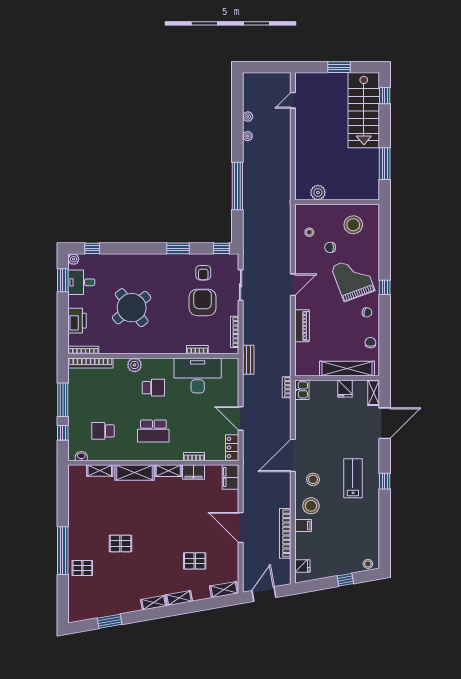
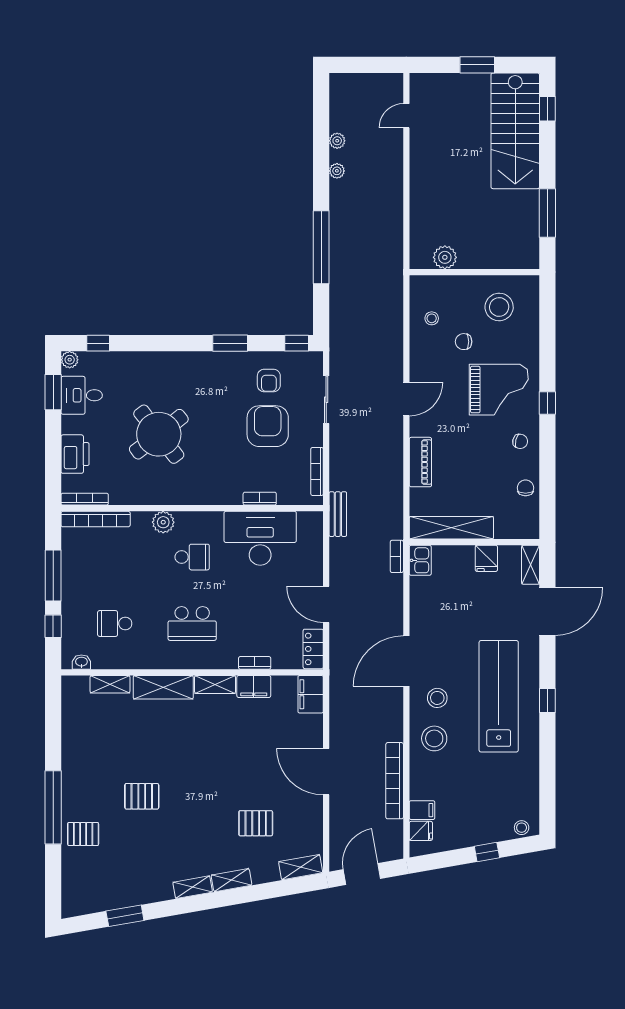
grand piano: (353, 279) -> (499, 390), turned 110
shelving: (347, 369) -> (451, 528), moved
lab bench: (353, 478) -> (499, 696), width x1.86, depth x1.39
filing cabinet: (303, 526) -> (422, 810), moved

